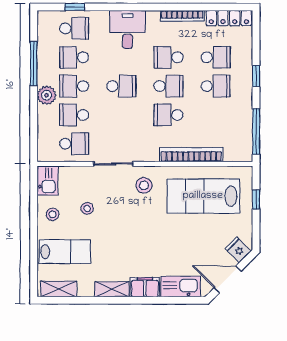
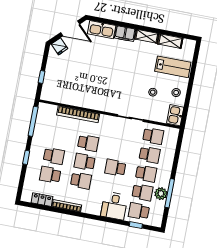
locker: (229, 18) -> (42, 200), width x0.66
desk: (128, 29) -> (114, 206), moved
school desk: (216, 86) -> (54, 156), turned 180
plant: (47, 95) -> (161, 194), moved
school desk: (74, 144) -> (153, 136), turned 180
stool: (144, 185) -> (113, 100), removed
lab bench: (203, 196) -> (75, 86), removed
lab bench: (65, 252) -> (173, 67), turned 180
shelving: (59, 289) -> (170, 41), moved

